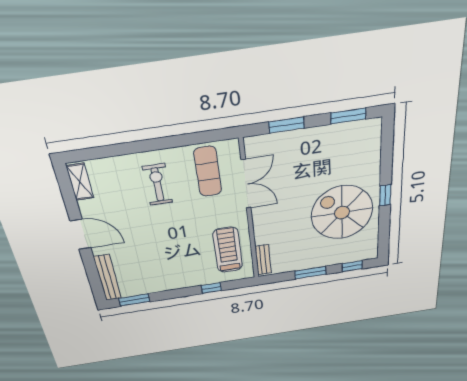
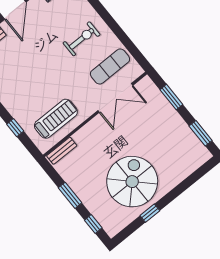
window: (385, 195) -> (150, 213), moved

